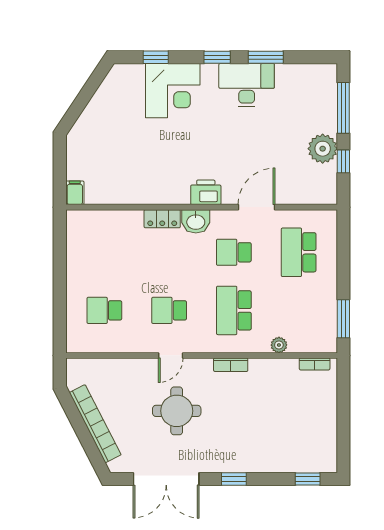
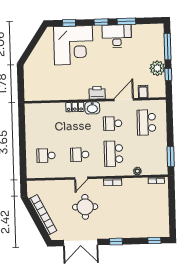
corner desk: (173, 91) -> (73, 45), width x1.36, depth x1.36
filing cabinet: (75, 193) -> (143, 92), moved

